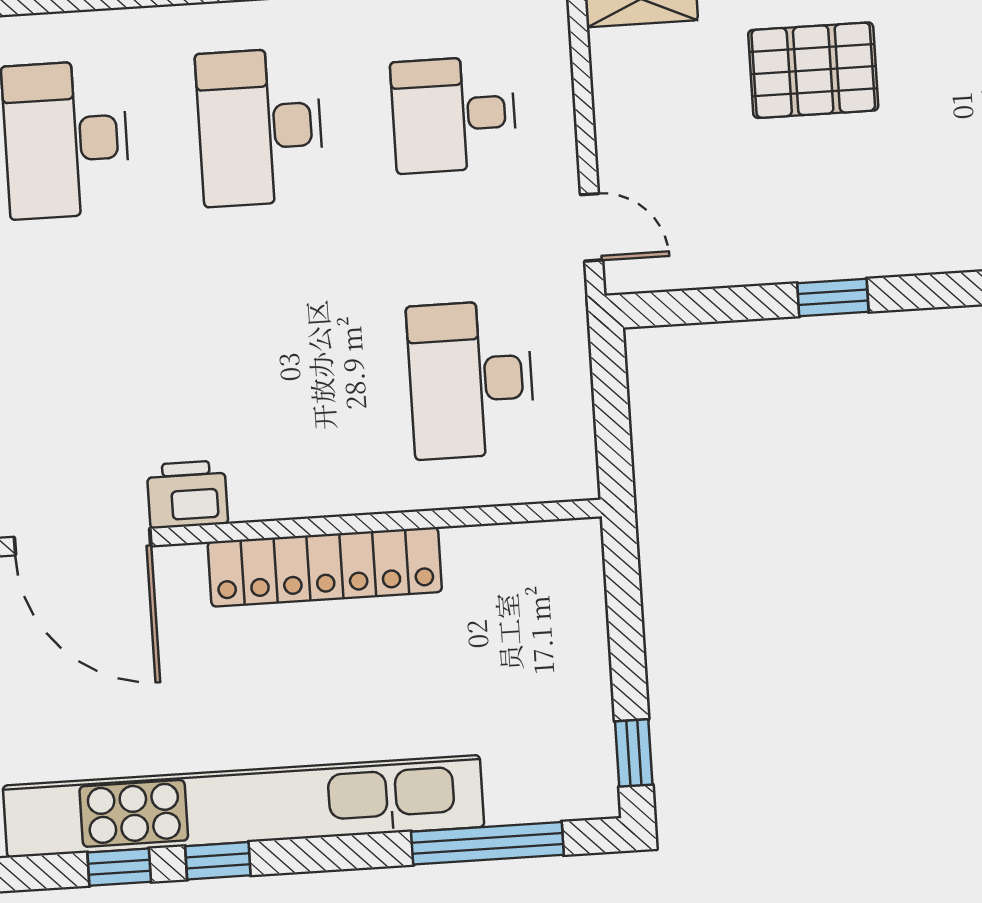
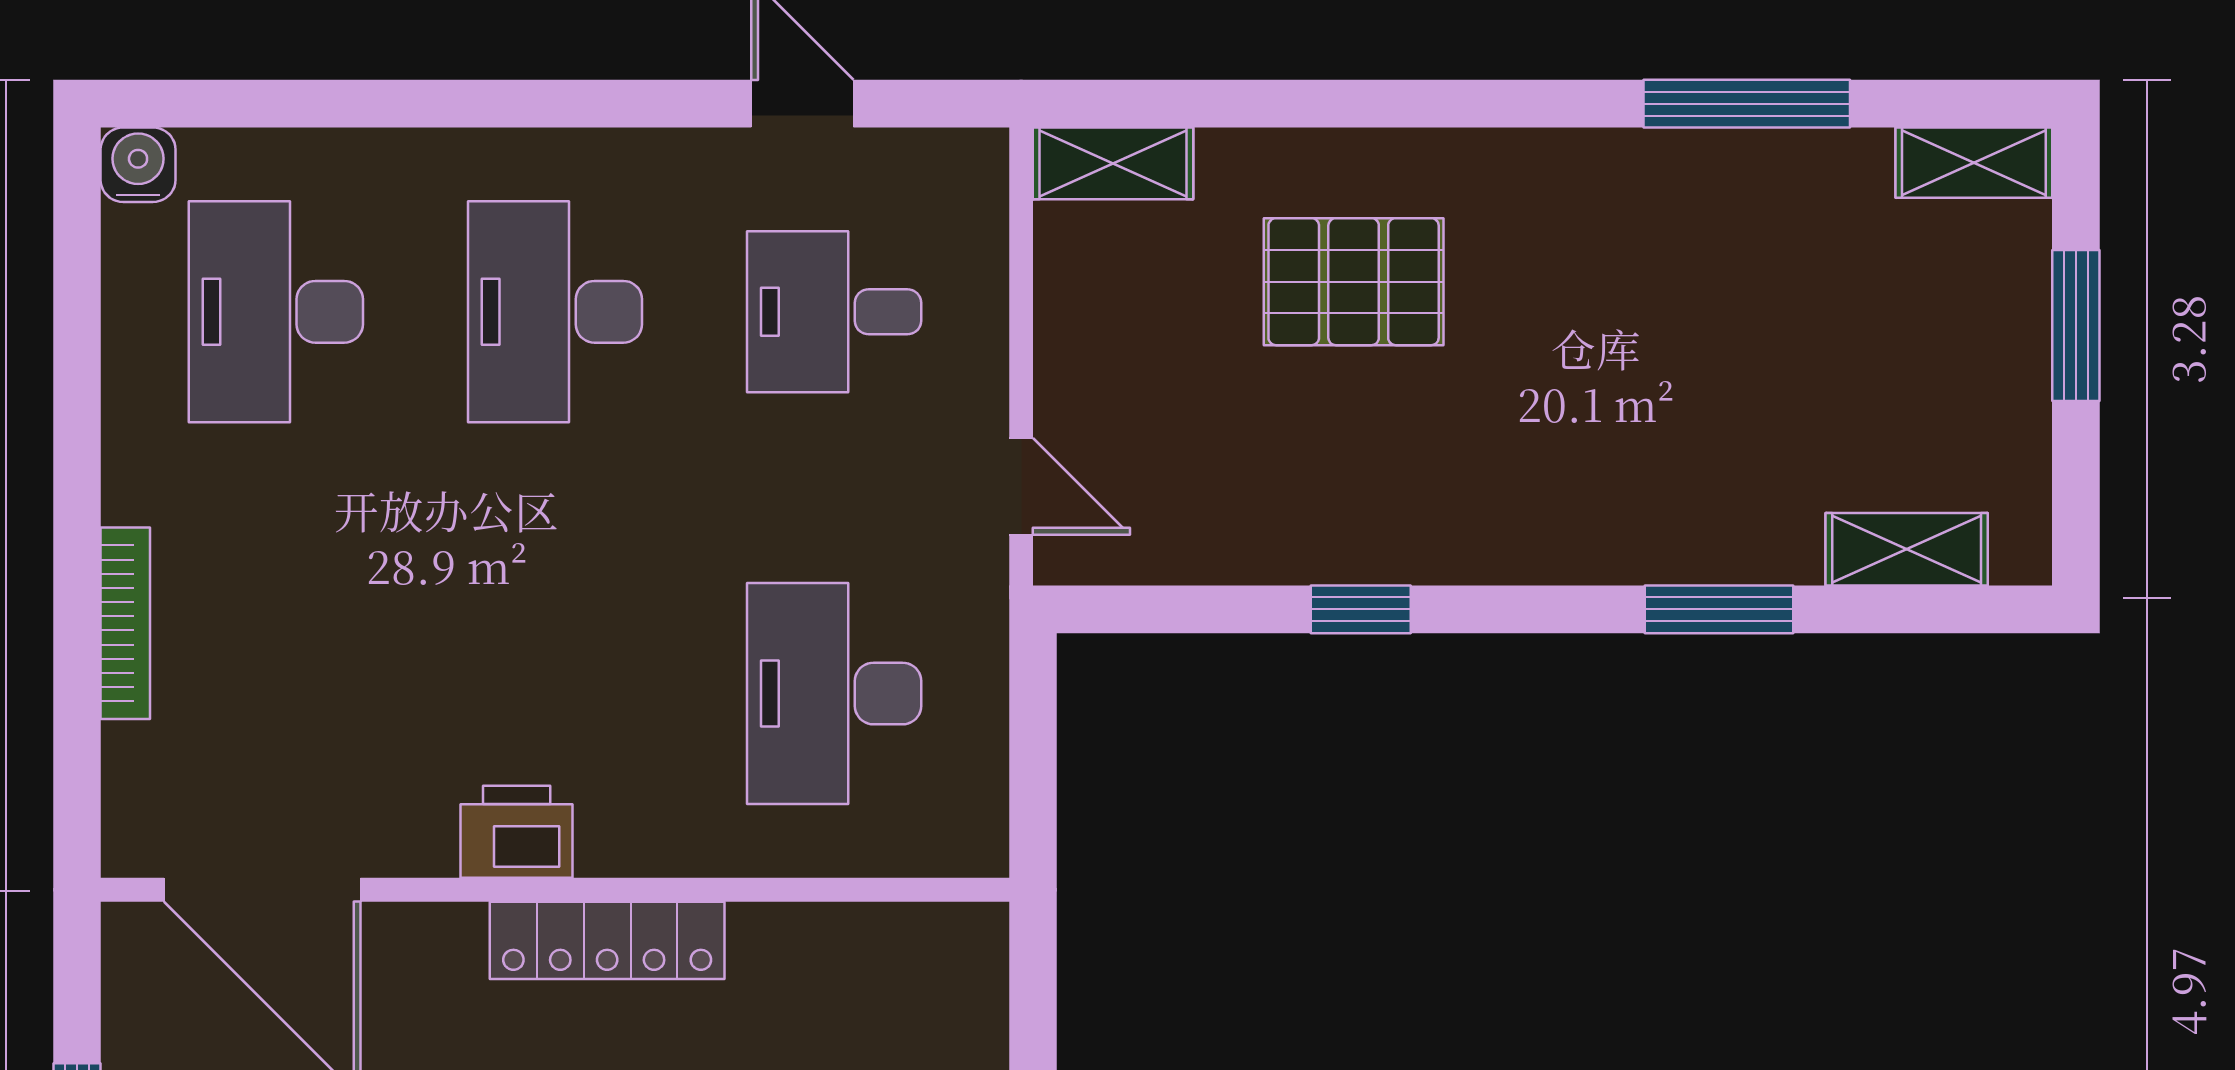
printer: (187, 494) -> (517, 832), moved
locker: (325, 567) -> (607, 940), width x0.71, depth x0.83

